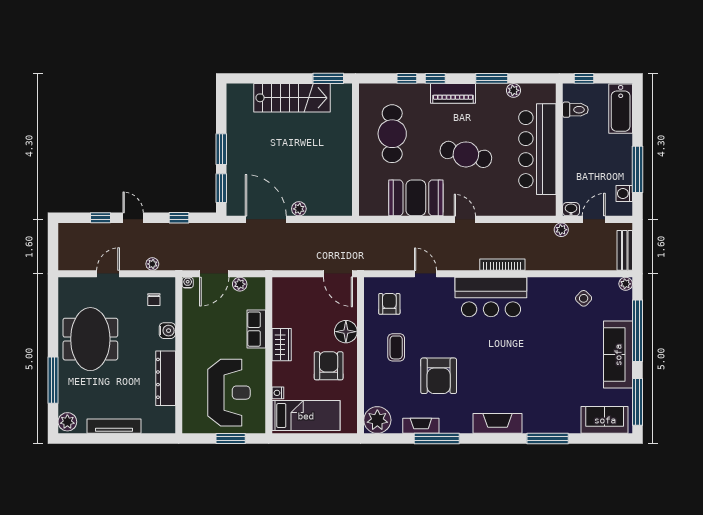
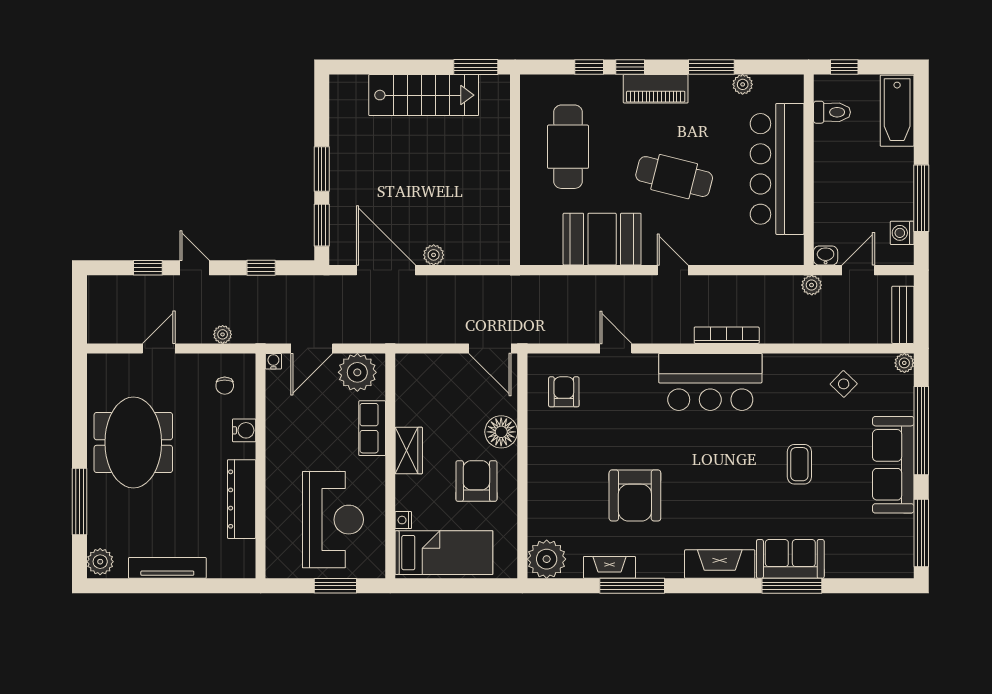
plant: (240, 284) -> (357, 372), width x1.88, depth x1.88
coffee table: (396, 347) -> (799, 464), moved
sofa: (605, 420) -> (790, 559), moved

